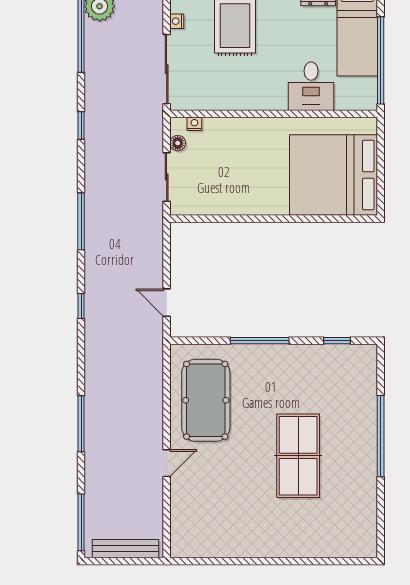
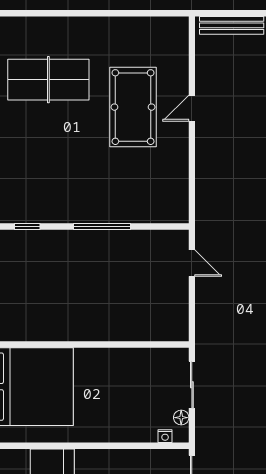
pool table: (206, 400) -> (133, 107), moved
table tennis table: (298, 456) -> (48, 80), moved, turned 90

